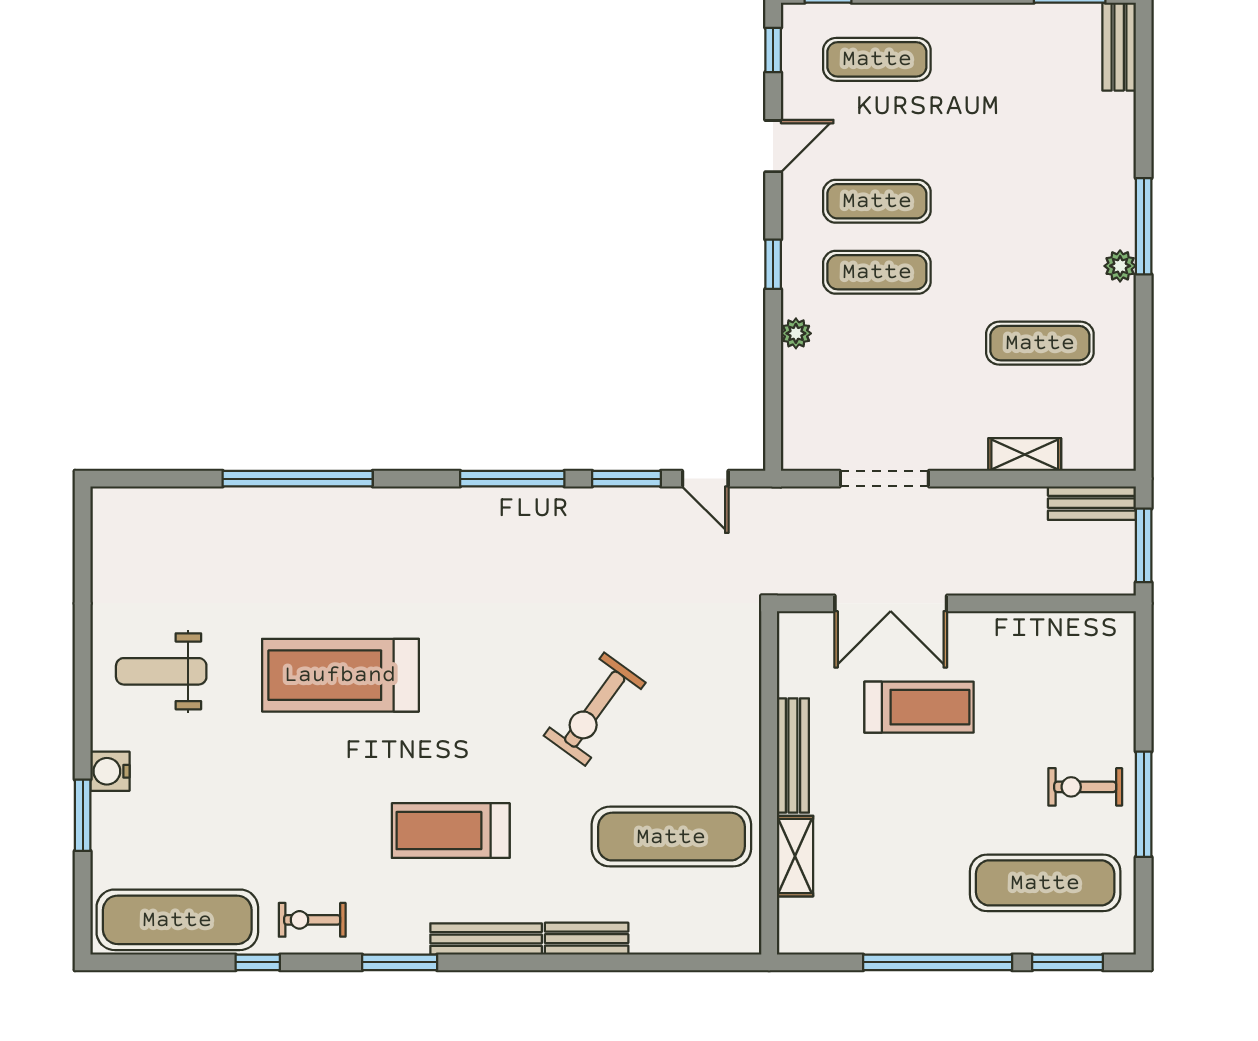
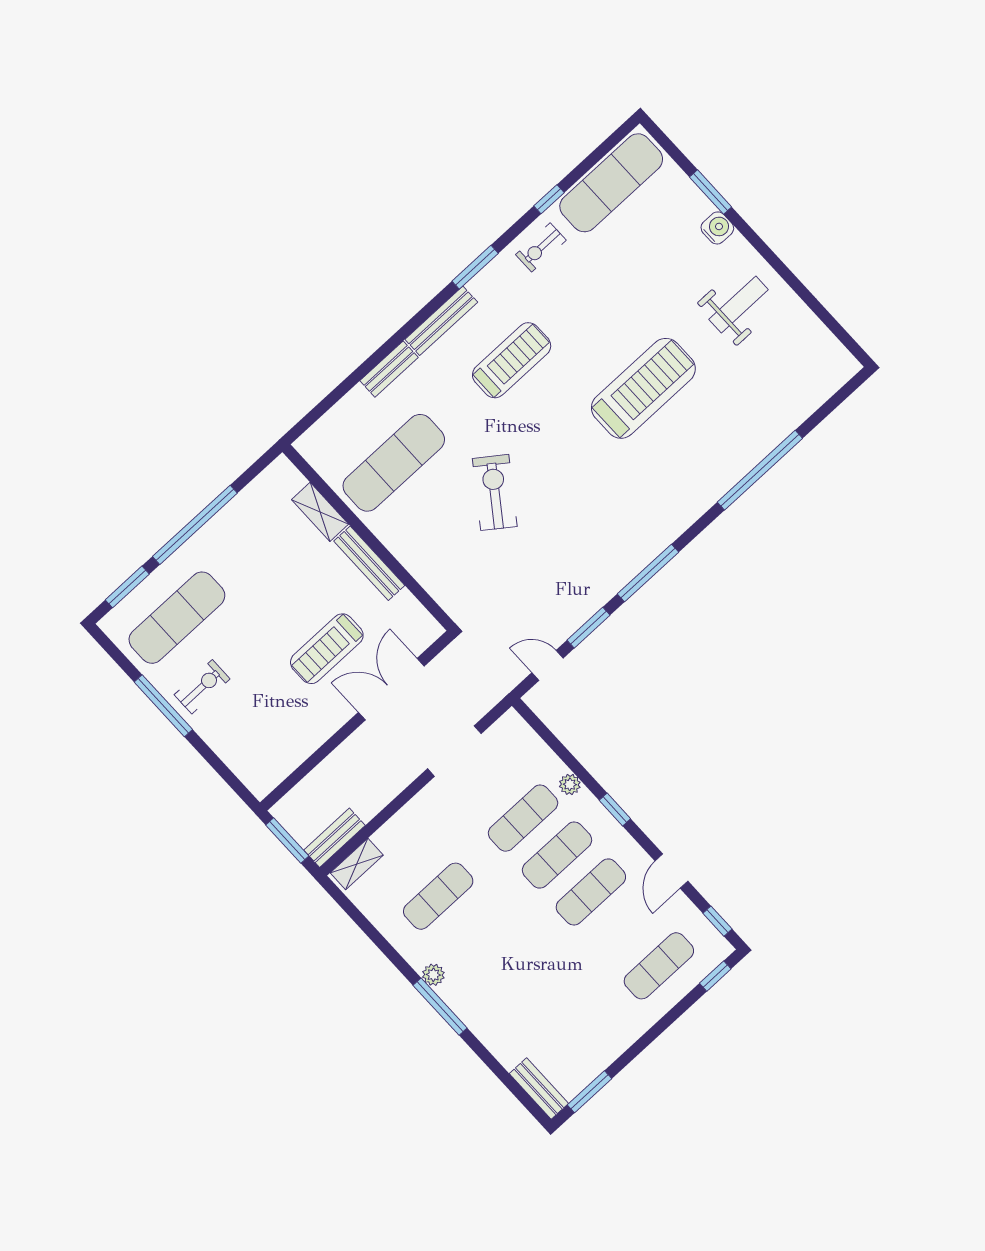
exercise mat: (877, 343) -> (523, 818), added
shelving: (1025, 454) -> (357, 864), moved
exercise bike: (312, 920) -> (541, 247), turned 180

